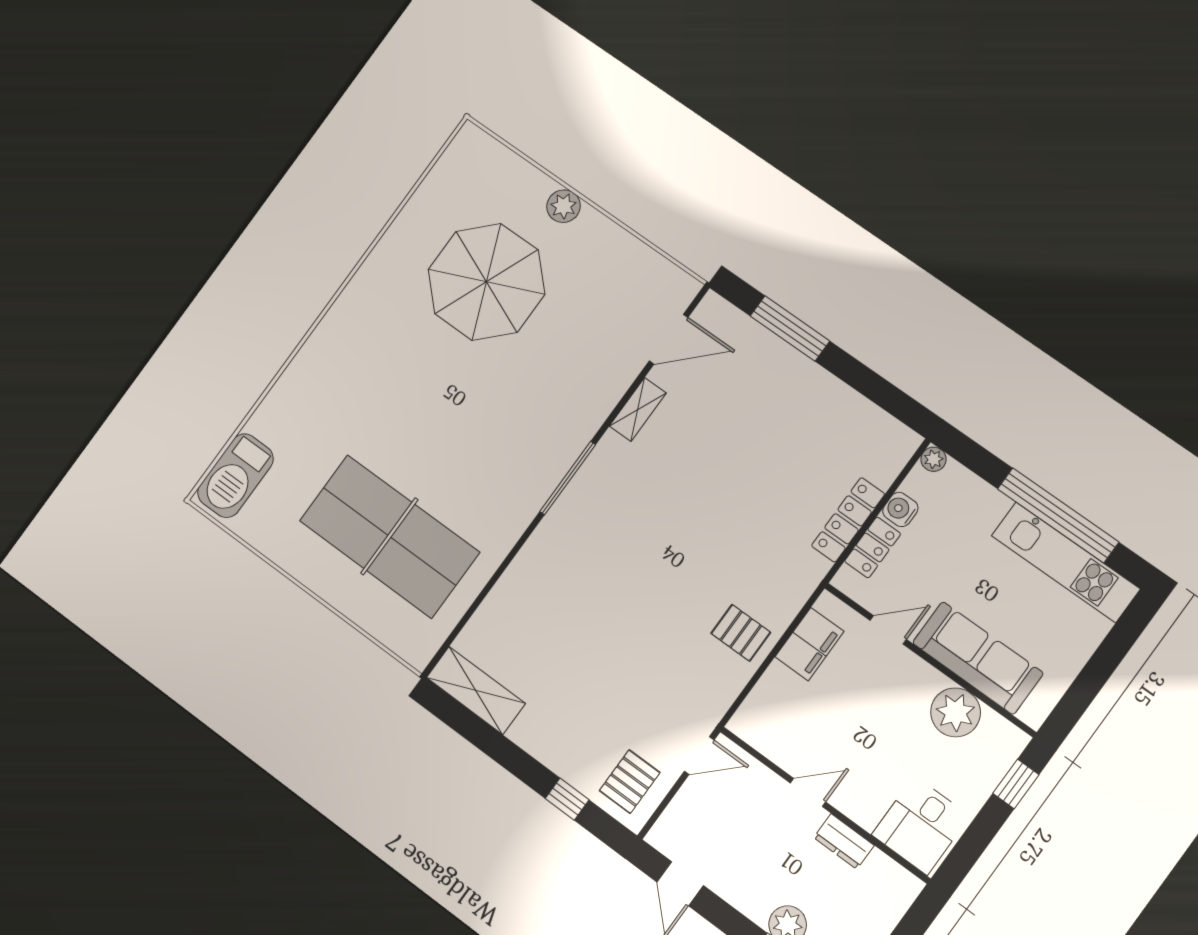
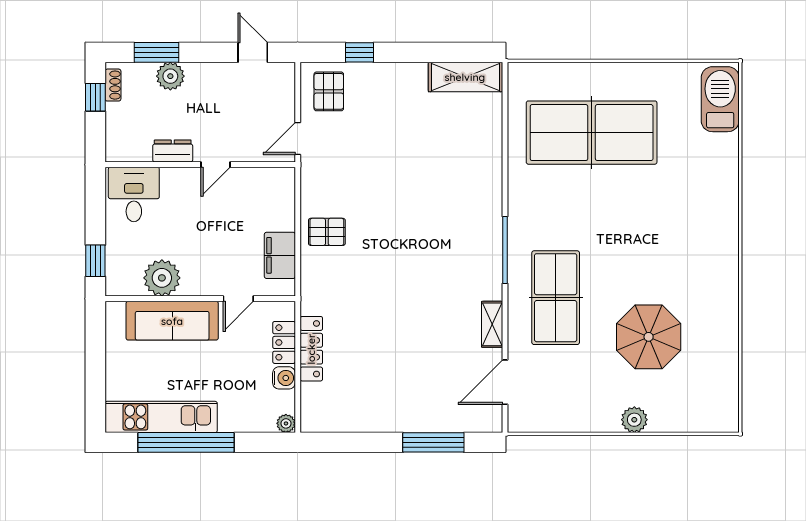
parasol: (486, 282) -> (649, 337), width x0.73, depth x0.73
table tennis table: (552, 390) -> (556, 298), added

